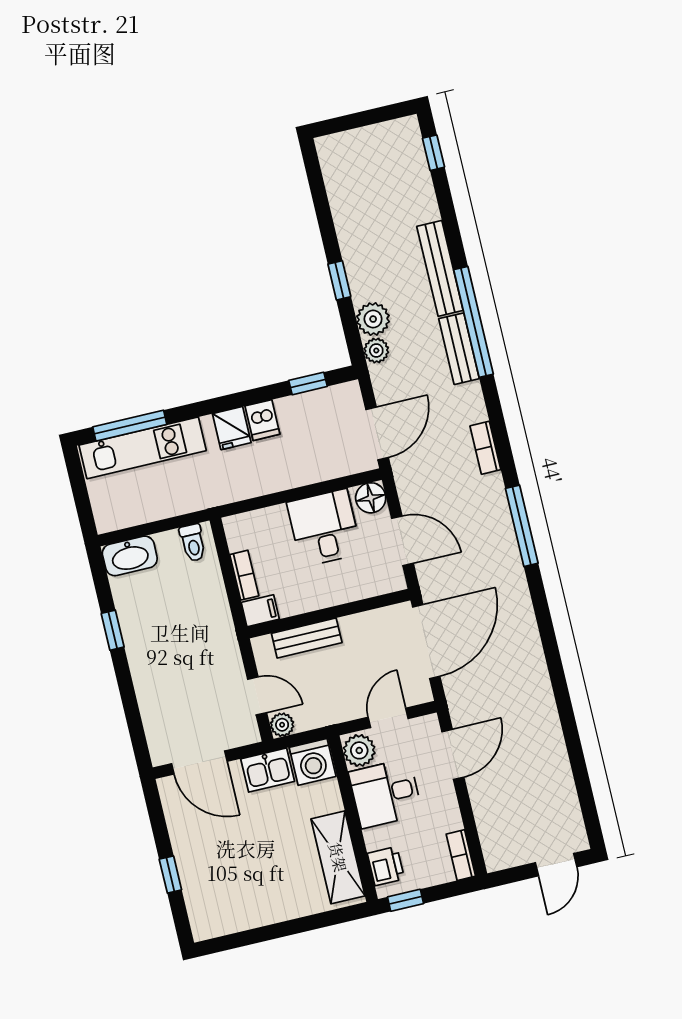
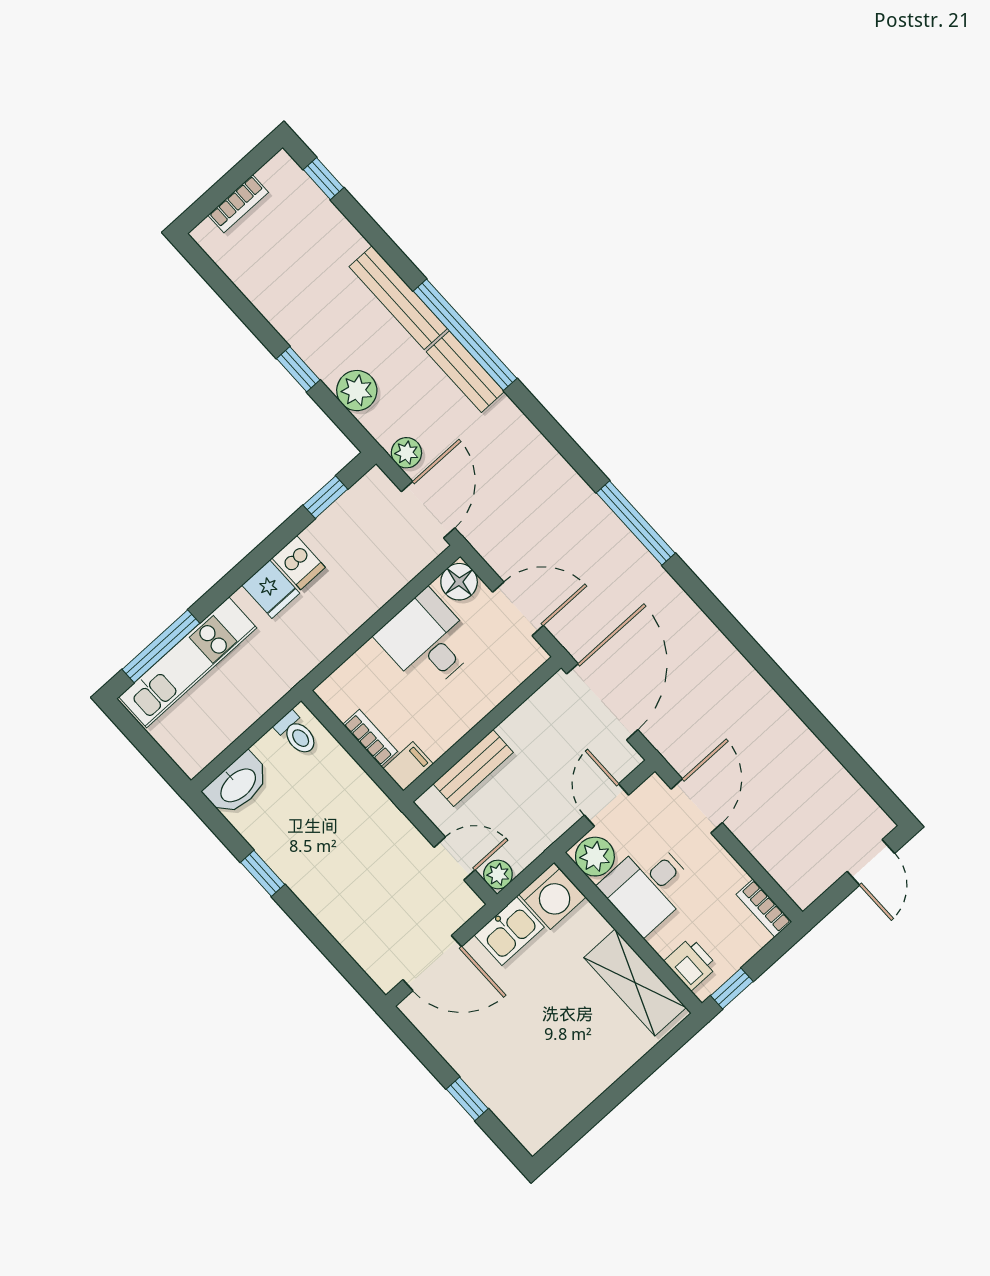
plant: (376, 350) -> (406, 453), moved
bookcase: (485, 448) -> (238, 204), moved, turned -90

